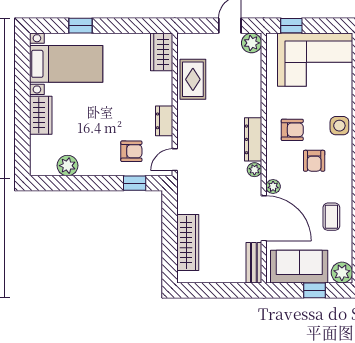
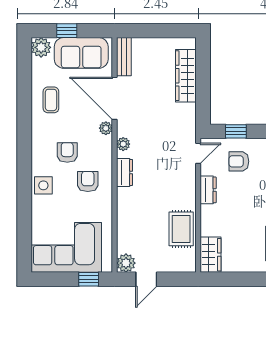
armchair: (292, 130) -> (88, 181), turned 90
dresser: (253, 139) -> (124, 172), width x0.70

